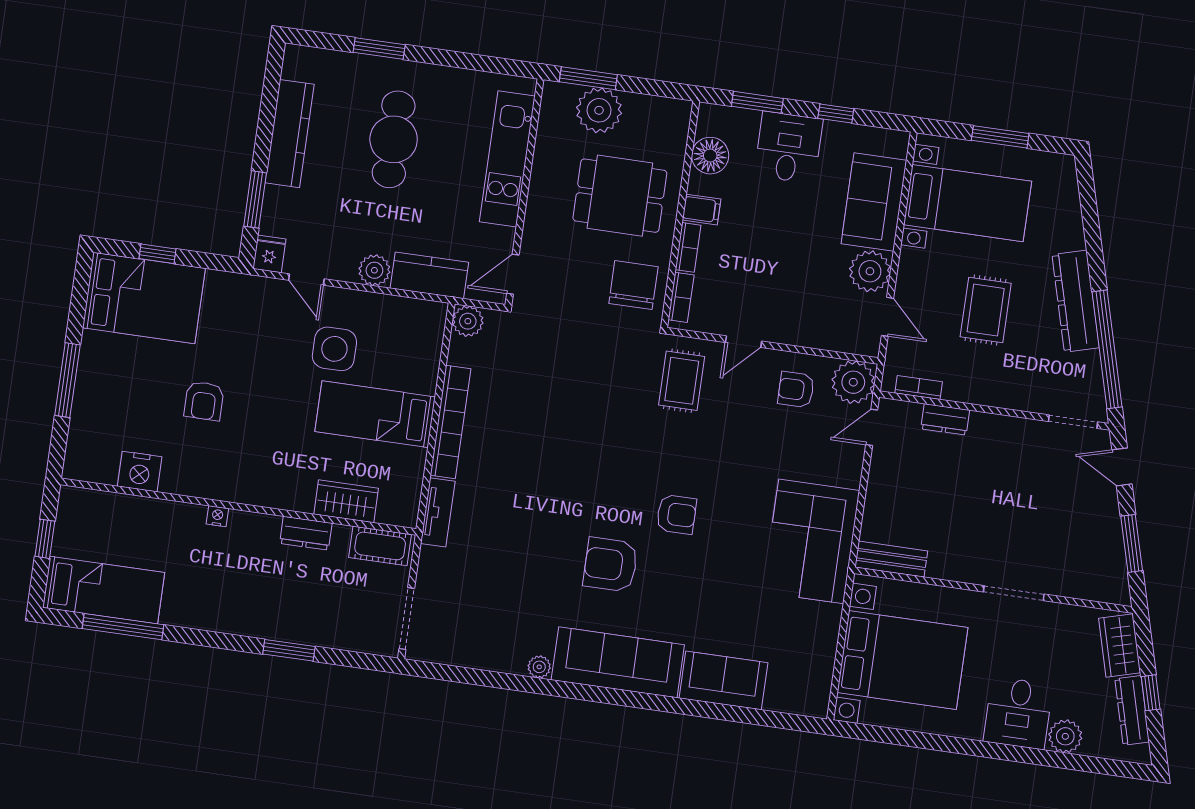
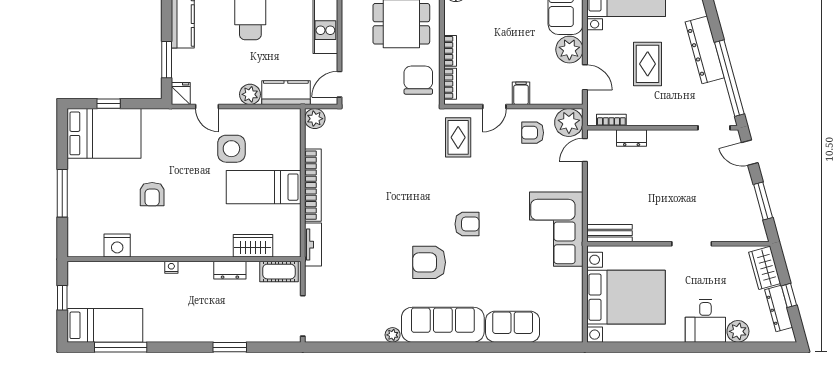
filing cabinet: (702, 210) -> (521, 93), moved, turned -90

